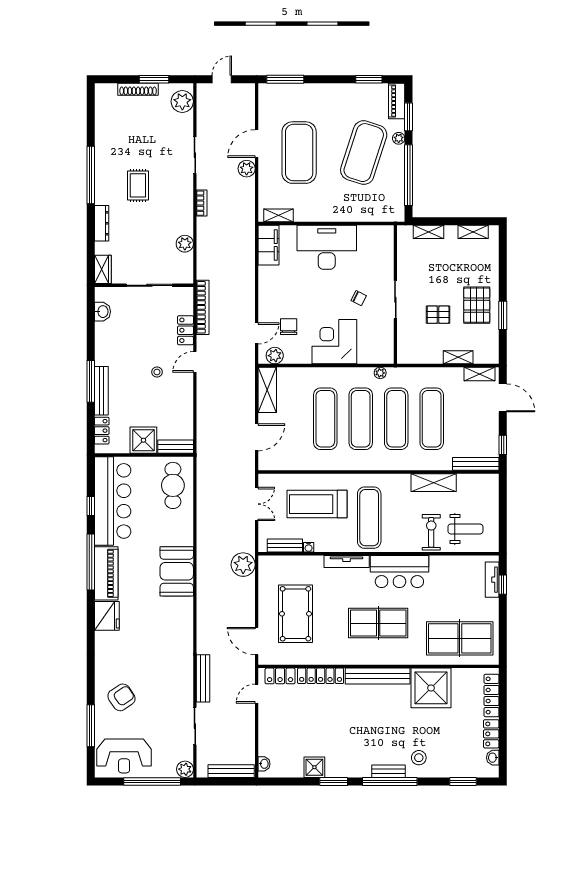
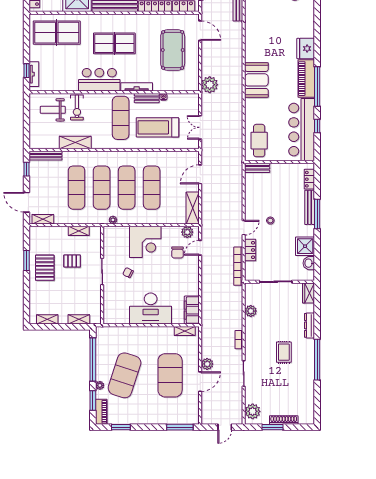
shelving: (458, 357) -> (79, 231), moved
shower: (143, 440) -> (305, 246), moved
treadmill: (317, 504) -> (157, 127), turned 180
bench: (285, 546) -> (147, 98), moved

